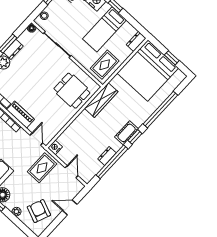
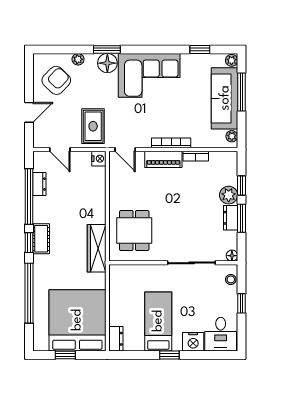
rug: (105, 65) -> (126, 286), removed
dining table: (72, 91) -> (134, 231), turned 90
dresser: (107, 156) -> (39, 184), moved
armchair: (39, 211) -> (56, 80), turned -68

